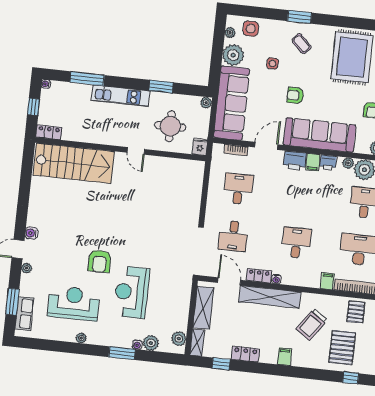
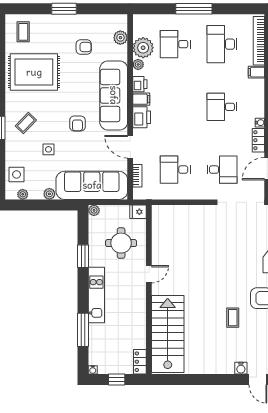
plant: (233, 55) -> (49, 194), width x0.53, depth x0.53
coffee table: (83, 230) -> (233, 318), added

